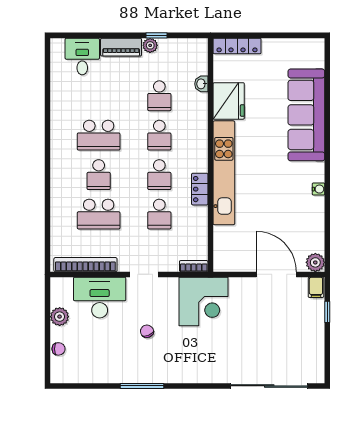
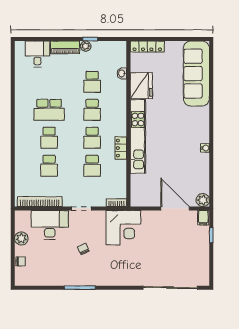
sofa: (306, 115) -> (196, 74), moved
school desk: (99, 214) -> (49, 166), width x0.54

